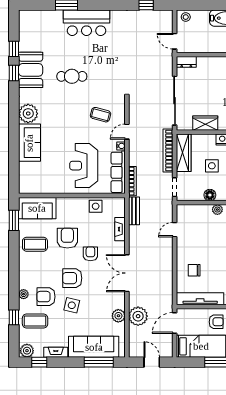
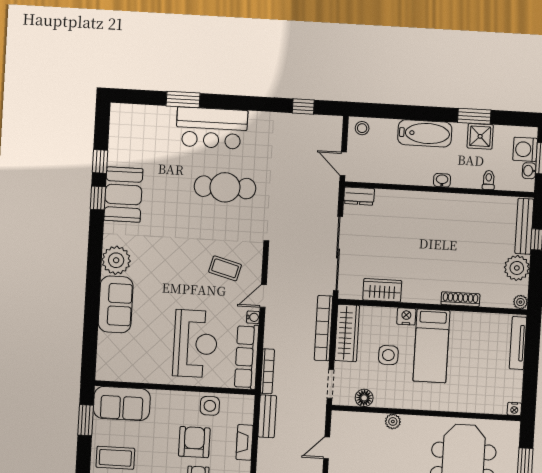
cafe table: (72, 76) -> (225, 187), moved, width x1.37, depth x1.35
reception desk: (84, 166) -> (195, 344), turned 180
floor lamp: (210, 195) -> (364, 398), moved
armchair: (67, 238) -> (194, 442), moved

